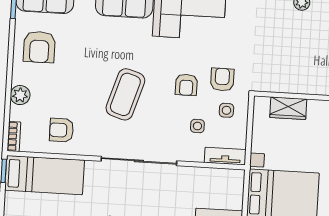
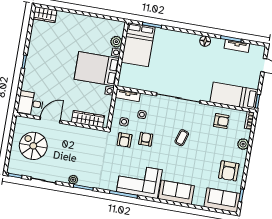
armchair: (39, 47) -> (229, 171), turned 180
coffee table: (125, 94) -> (182, 138), width x0.54, depth x0.58
wardrobe: (288, 108) -> (88, 119), width x1.50

